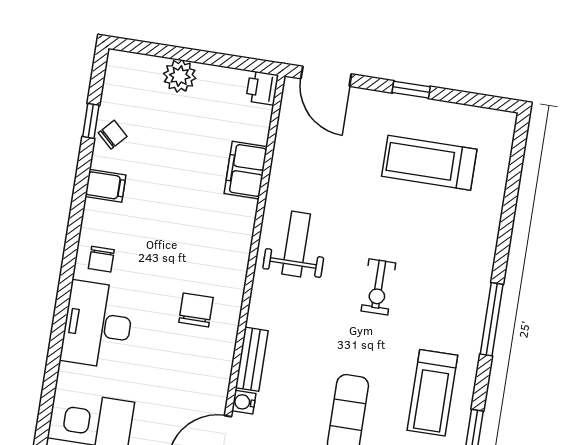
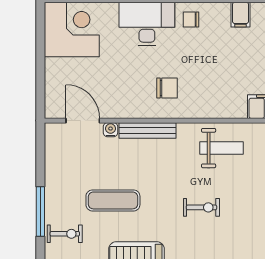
exercise bike: (378, 287) -> (201, 207), turned 180
bench: (252, 359) -> (148, 130), width x1.36

